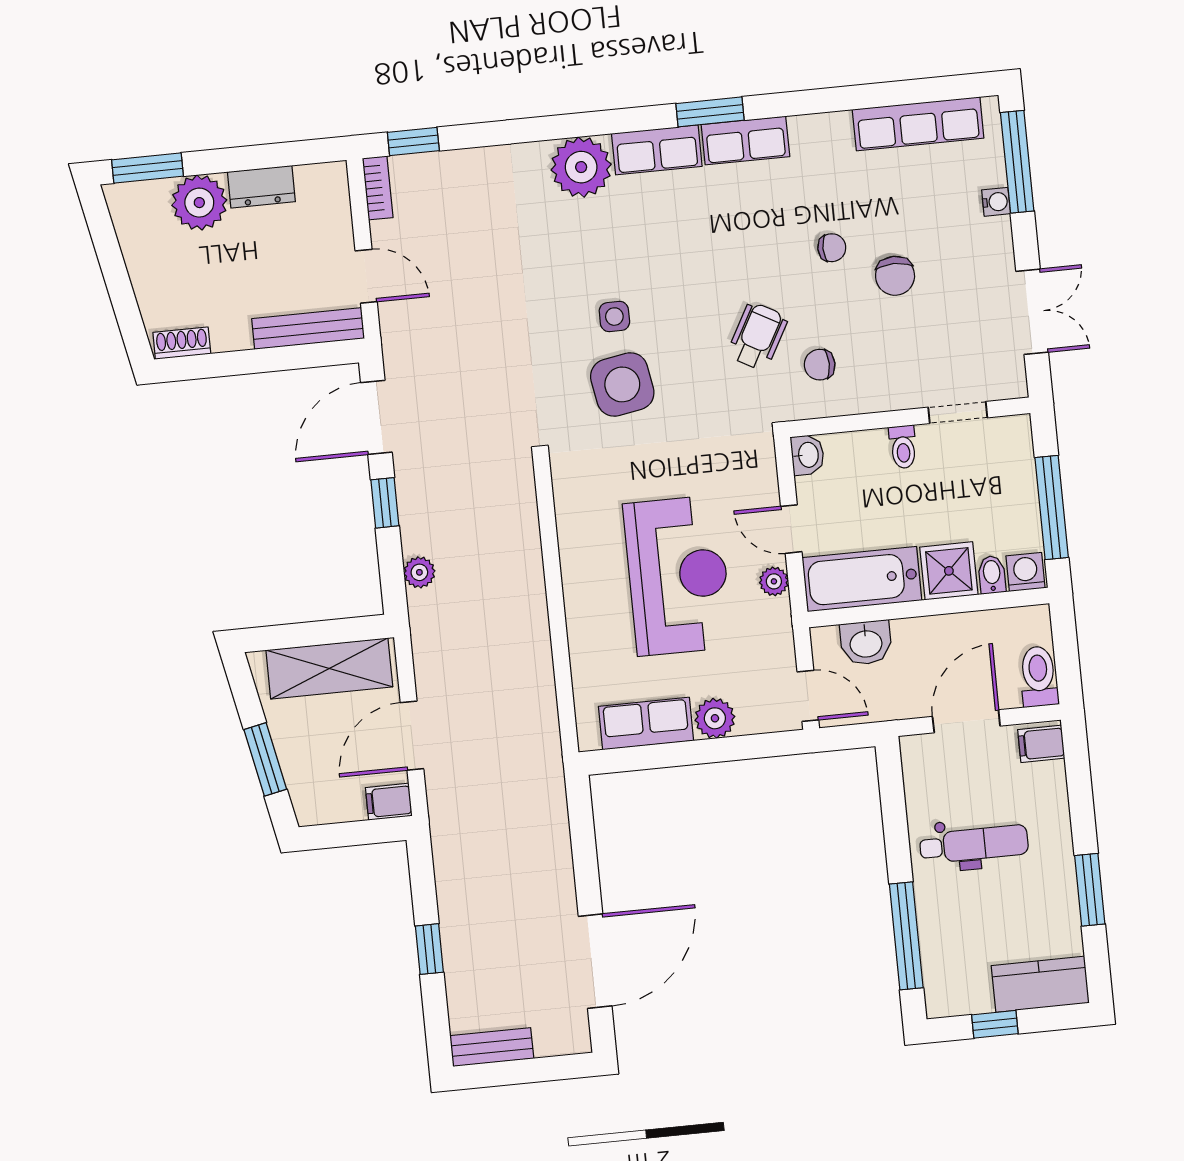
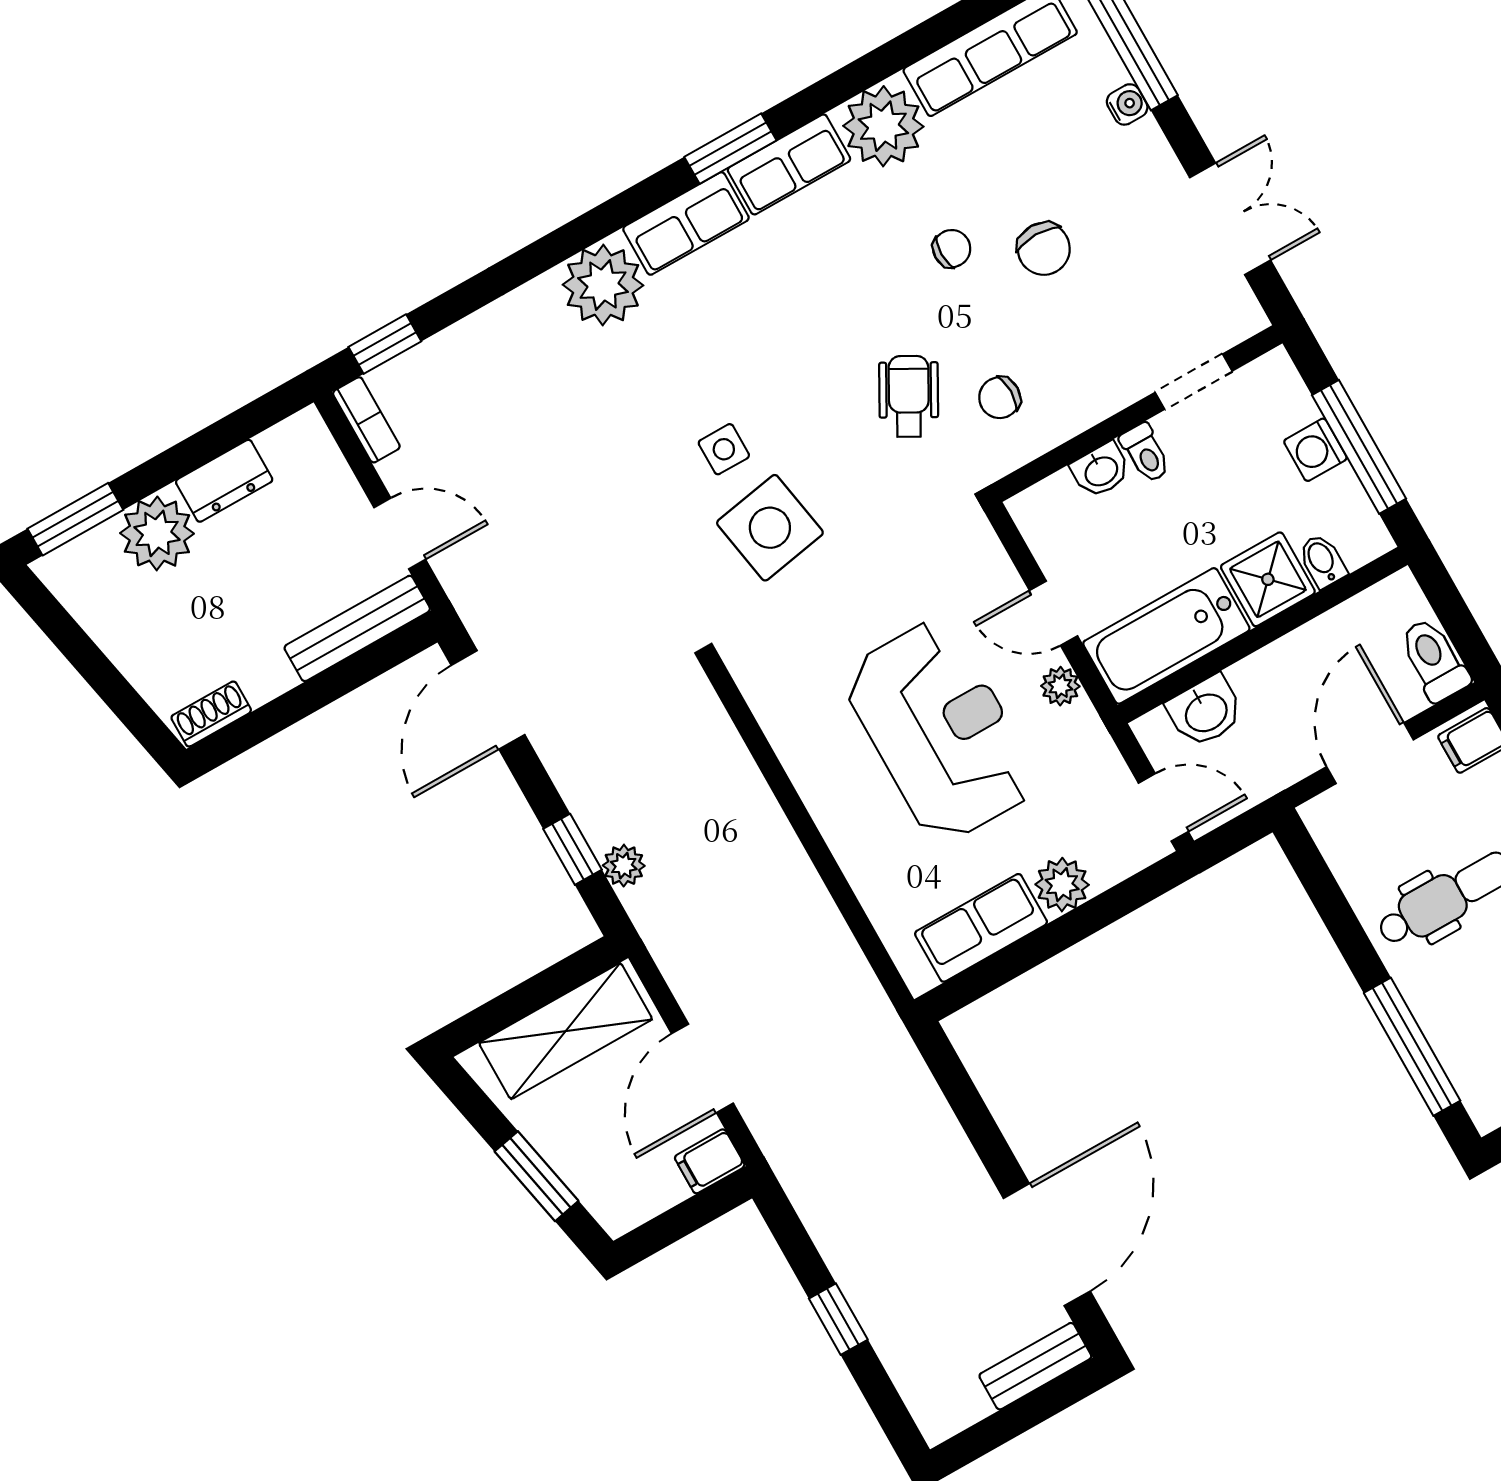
plant: (822, 143) -> (883, 126), added
washbasin: (807, 455) -> (1101, 470), moved, turned 90
window: (385, 503) -> (573, 849), moved
washing machine: (1026, 572) -> (1315, 450), moved, turned -90
bench: (492, 1047) -> (1035, 1366), moved

